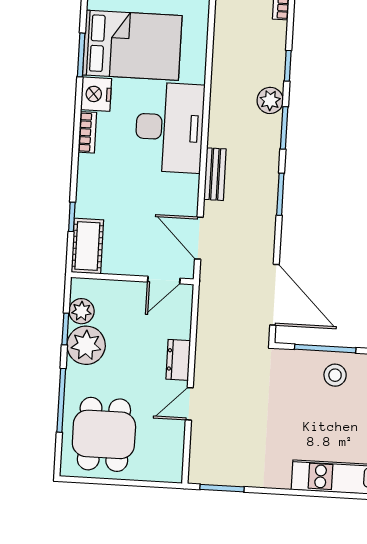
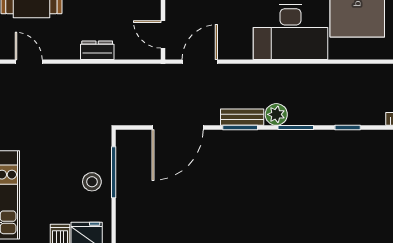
plant: (270, 100) -> (276, 114), moved
bench: (215, 174) -> (242, 117), moved
door: (275, 295) -> (178, 127), moved
door: (189, 404) -> (29, 62), moved

